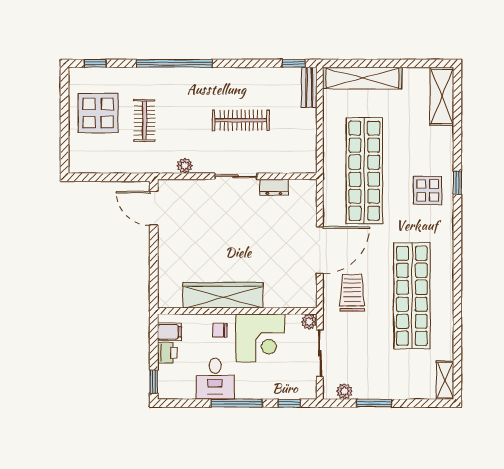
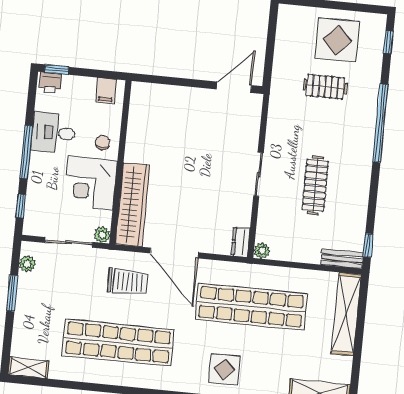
plant: (185, 166) -> (262, 251), moved
dresser: (274, 187) -> (241, 242), moved
wardrobe: (223, 295) -> (132, 205), moved
printer: (167, 353) -> (50, 83), moved

